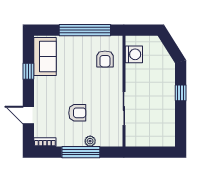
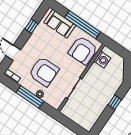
sofa: (45, 56) -> (60, 24), moved, turned 90
armchair: (105, 59) -> (83, 50), width x1.88, depth x1.88
armchair: (77, 113) -> (44, 72), width x1.88, depth x1.88

